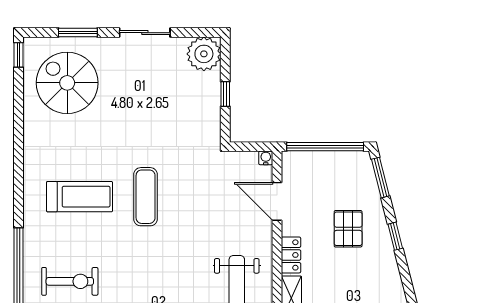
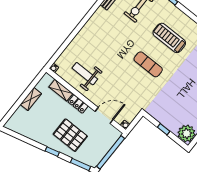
treadmill: (80, 197) -> (169, 38), turned 90
pallet: (348, 229) -> (70, 135), width x1.50, depth x1.42

